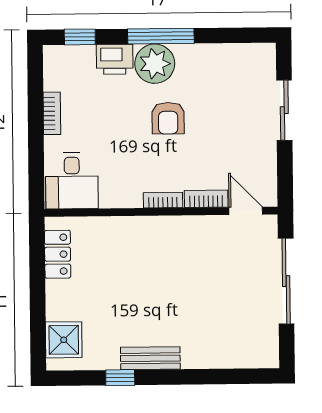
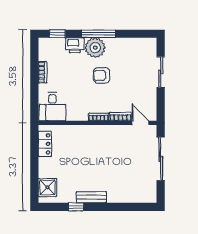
armchair: (168, 118) -> (102, 75), turned 90

